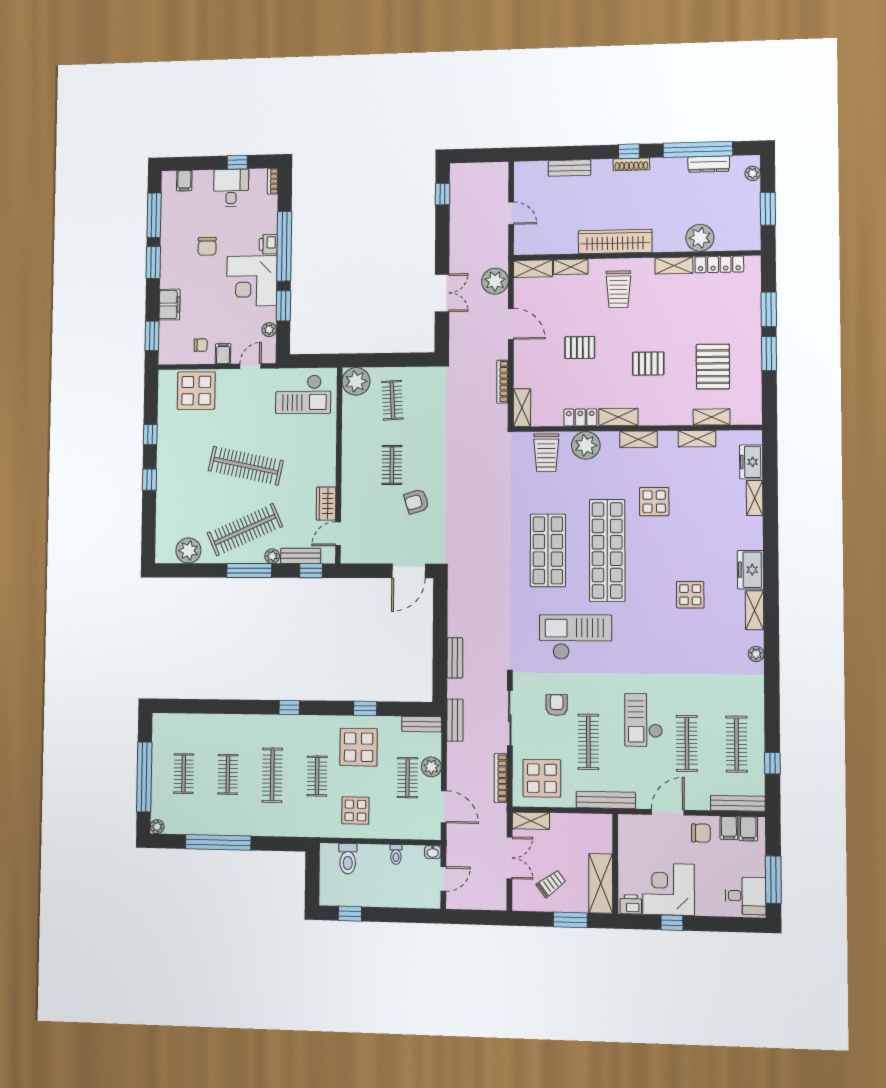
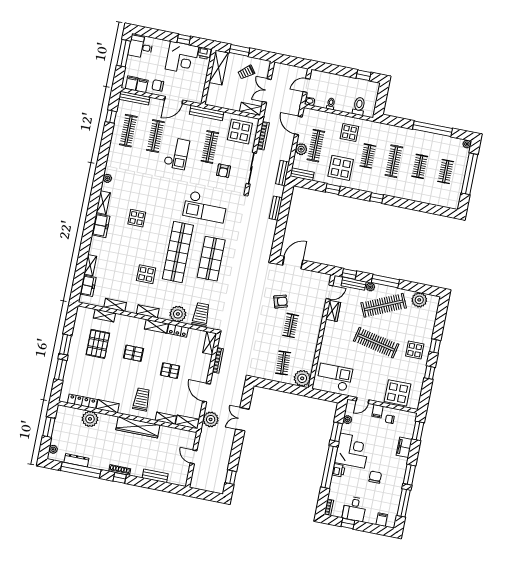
display table: (181, 466) -> (415, 350), added
clothes rail: (408, 778) -> (316, 146), width x1.36

